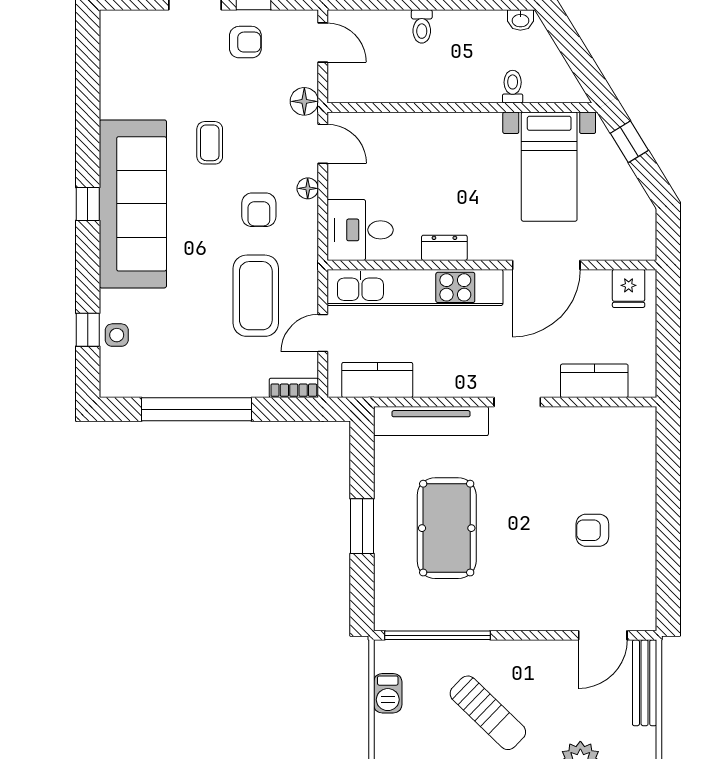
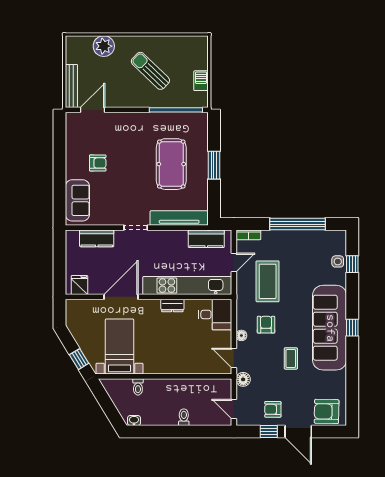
armchair: (139, 38) -> (327, 411), added
sofa: (633, 456) -> (77, 200), added

